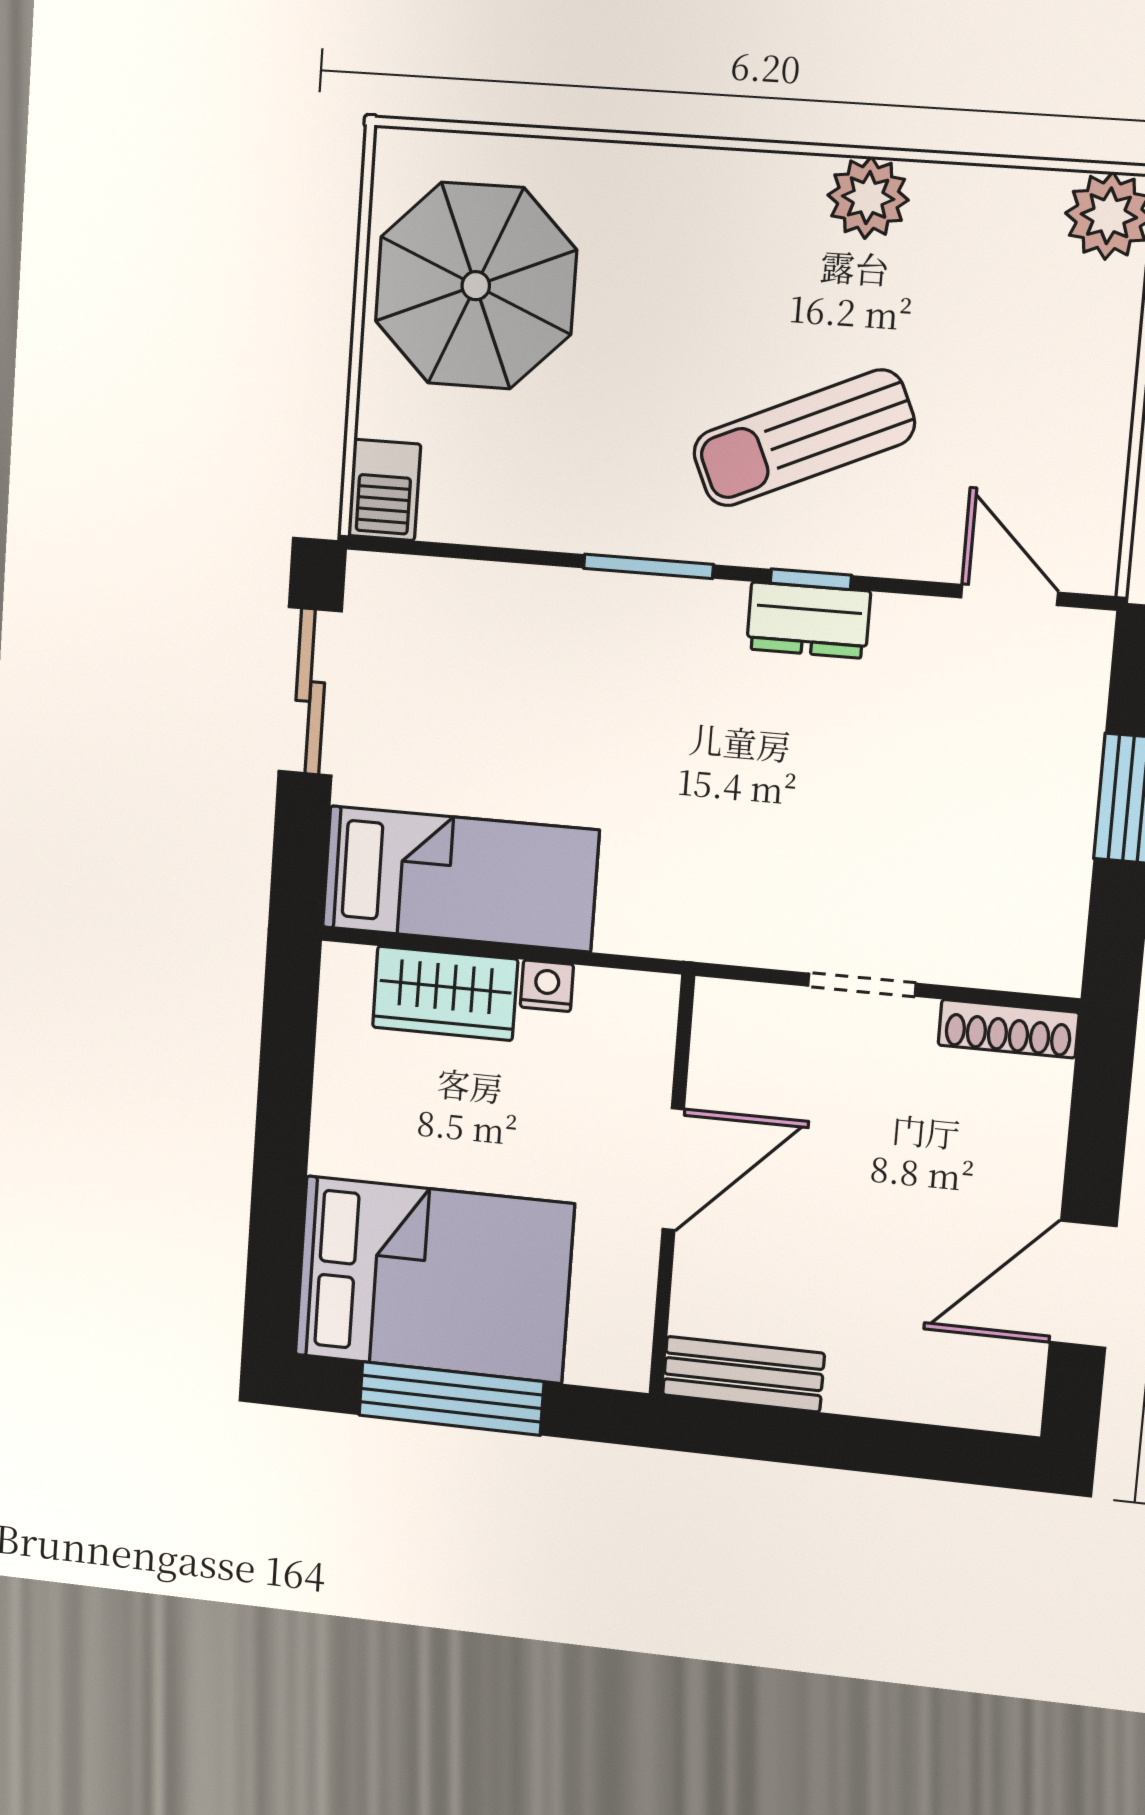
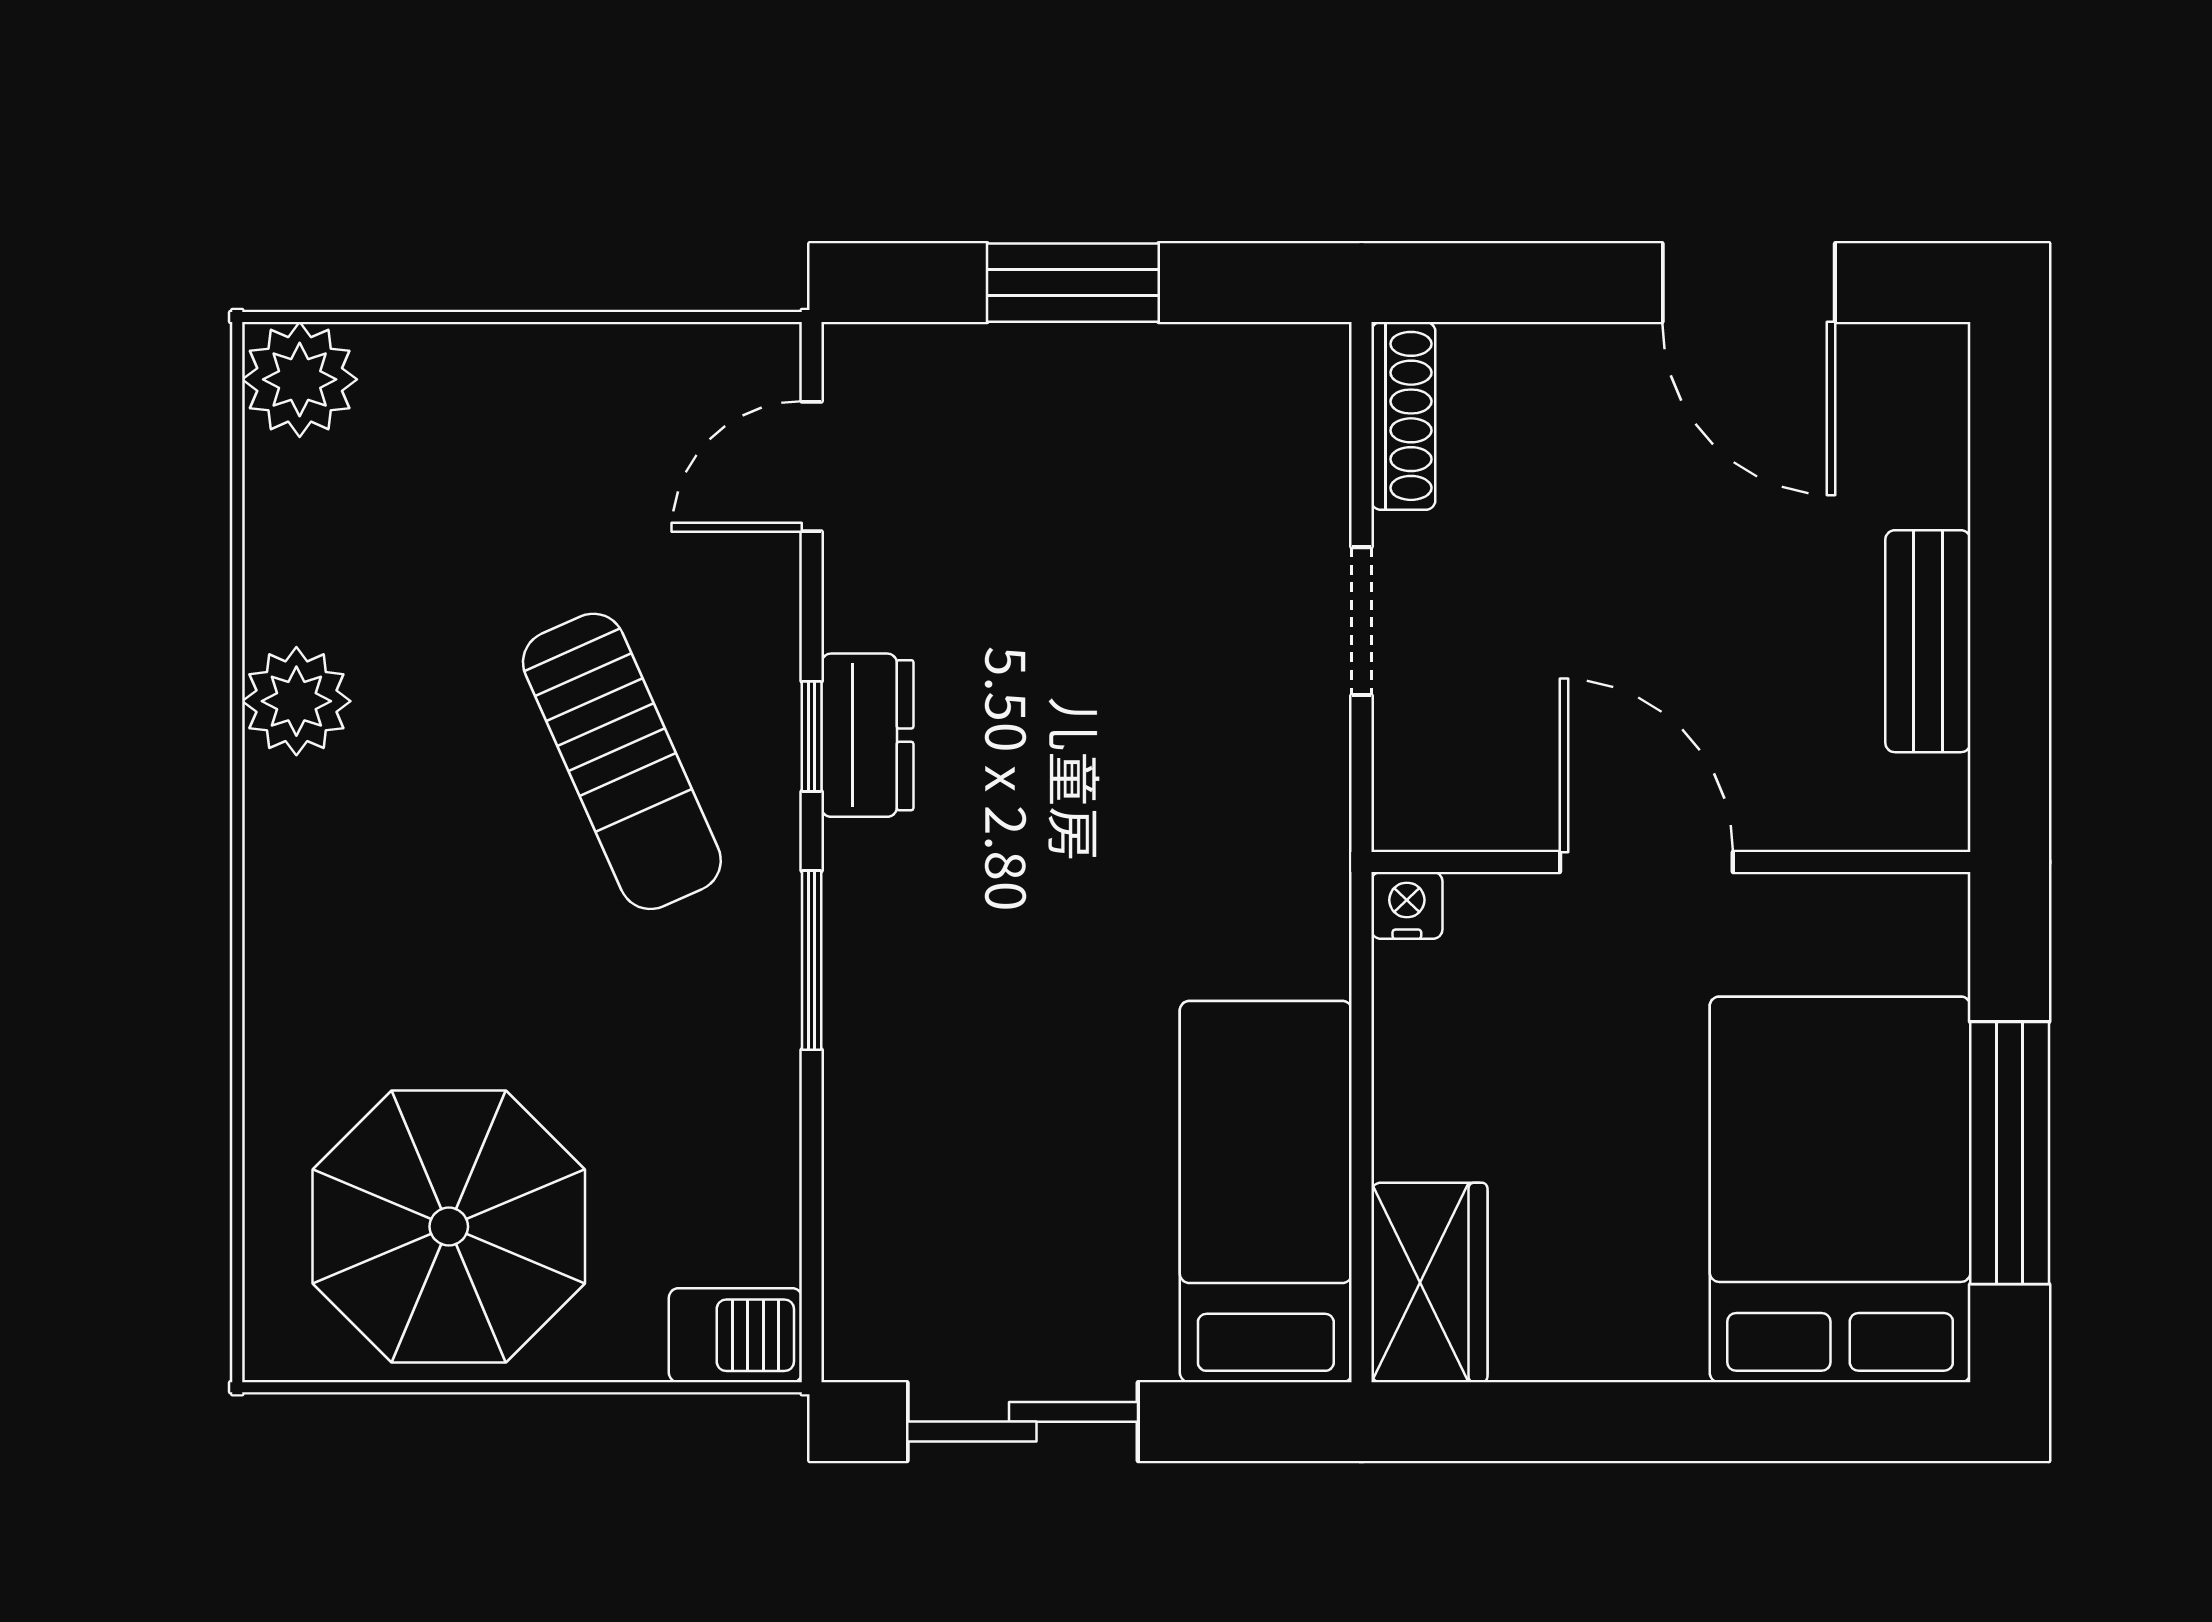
nightstand: (547, 986) -> (1407, 905), moved, turned 90
wardrobe: (445, 993) -> (1429, 1282), moved
bench: (743, 1374) -> (1928, 641), moved

